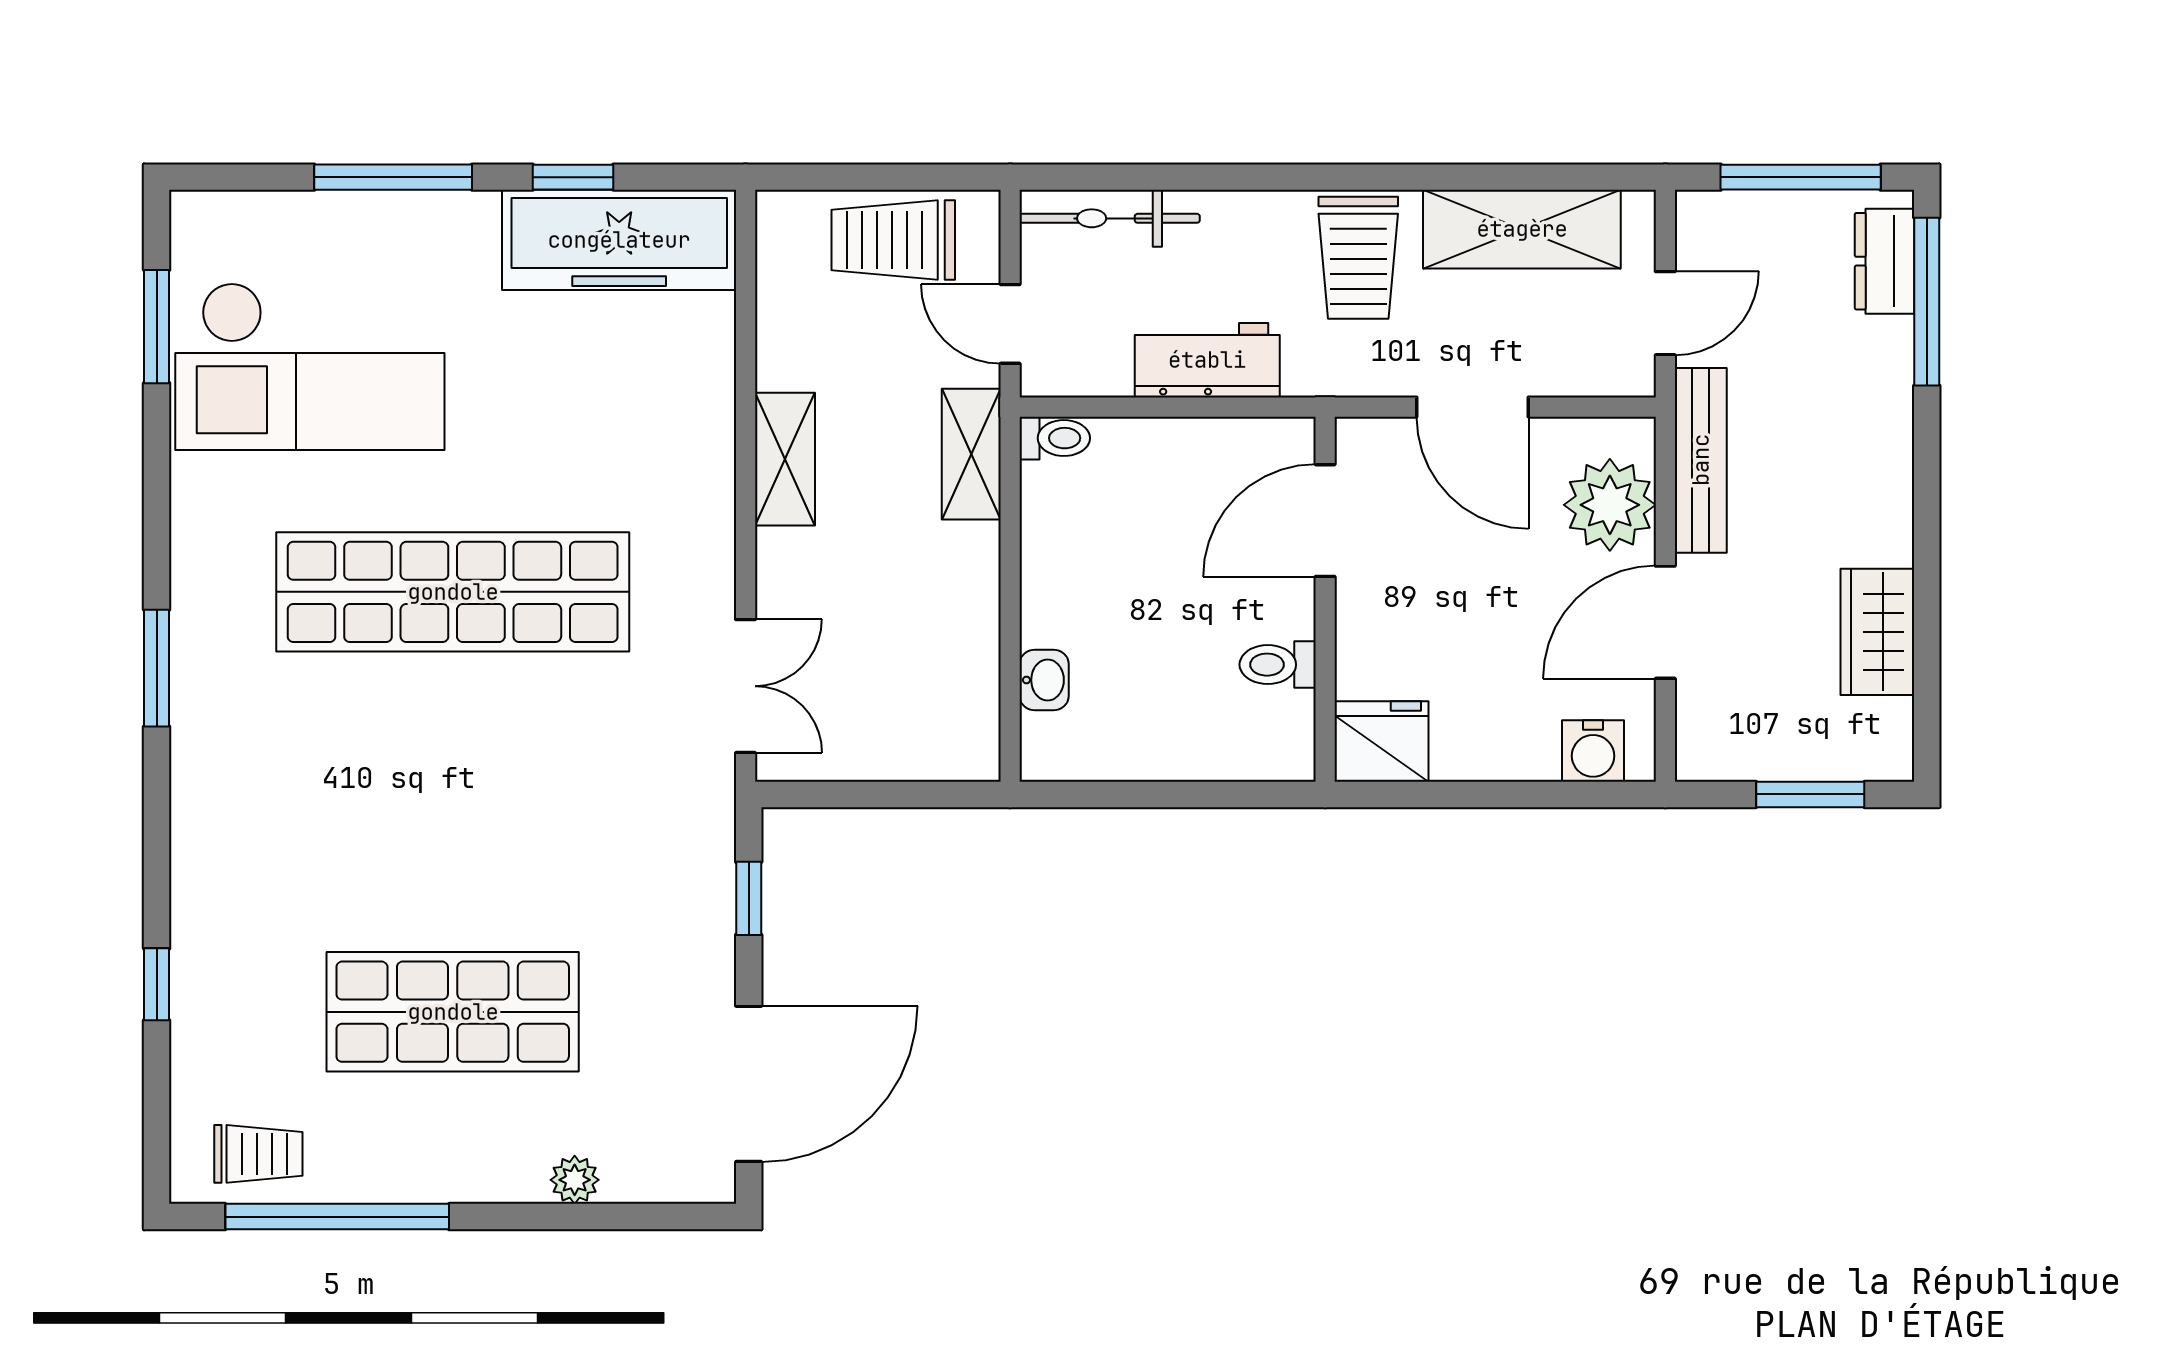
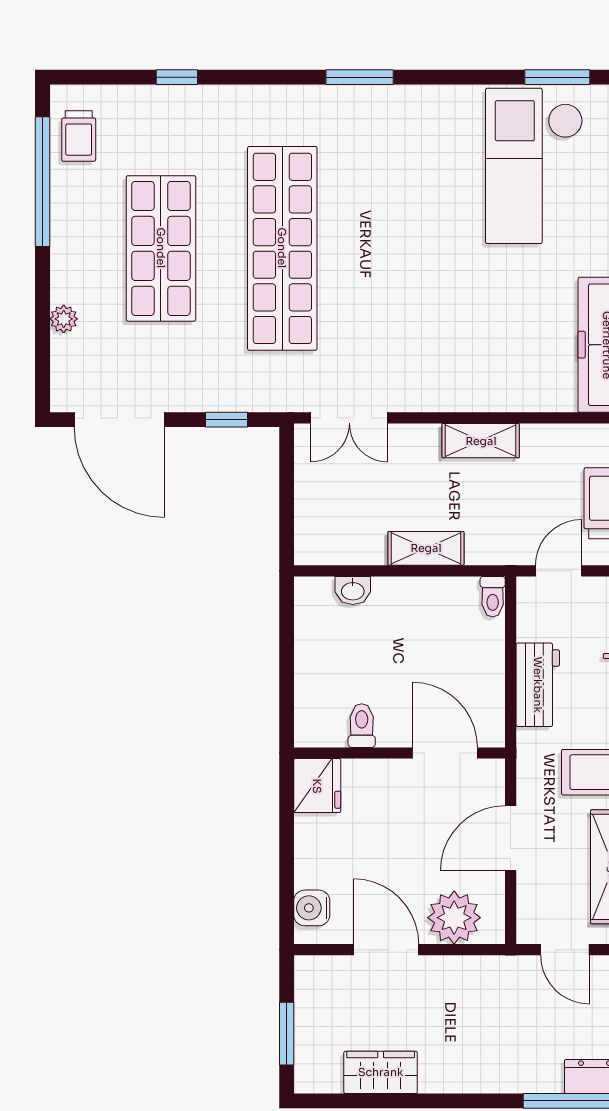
shelving: (971, 454) -> (426, 548), moved
bench: (1701, 460) -> (480, 970), removed
shop shelf: (453, 592) -> (282, 248), moved

